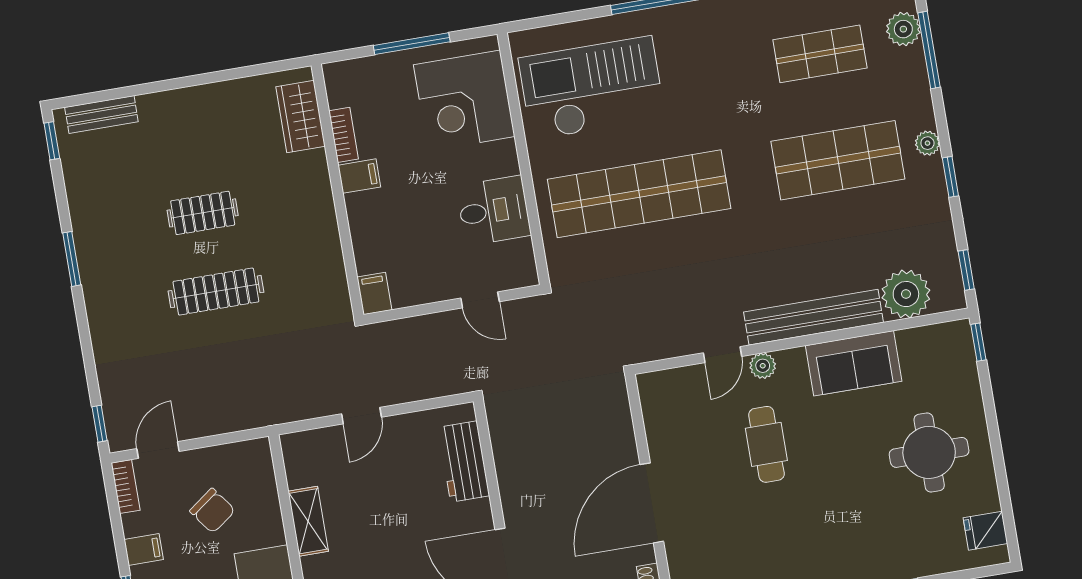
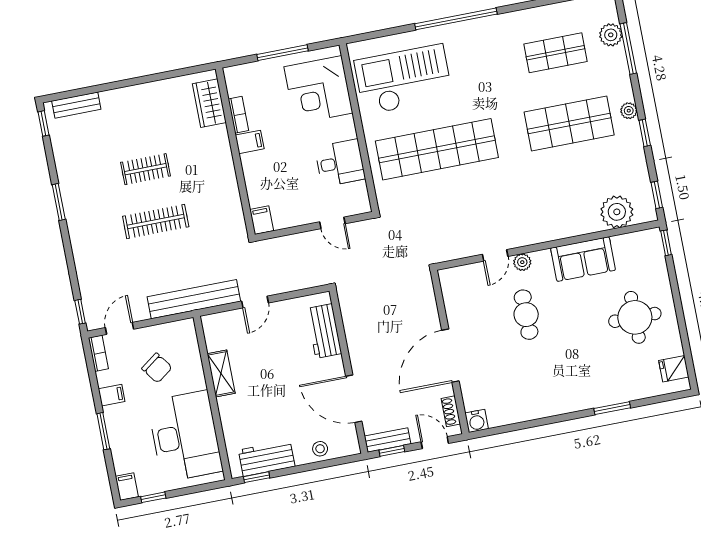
bench: (814, 317) -> (194, 299), moved

